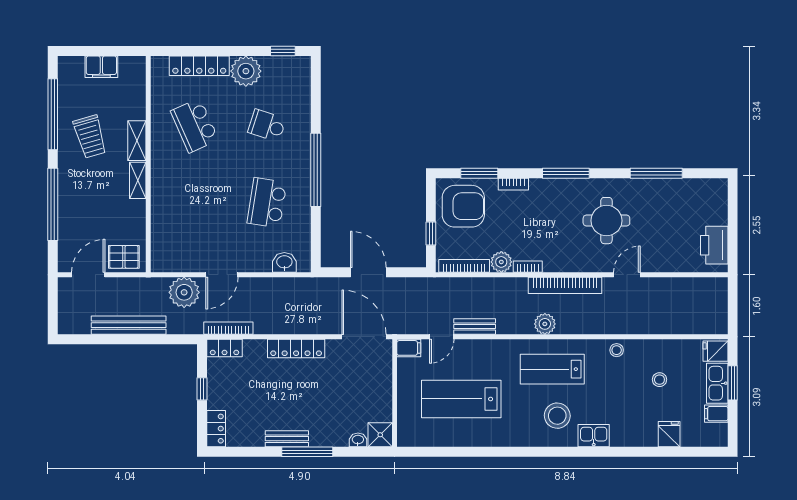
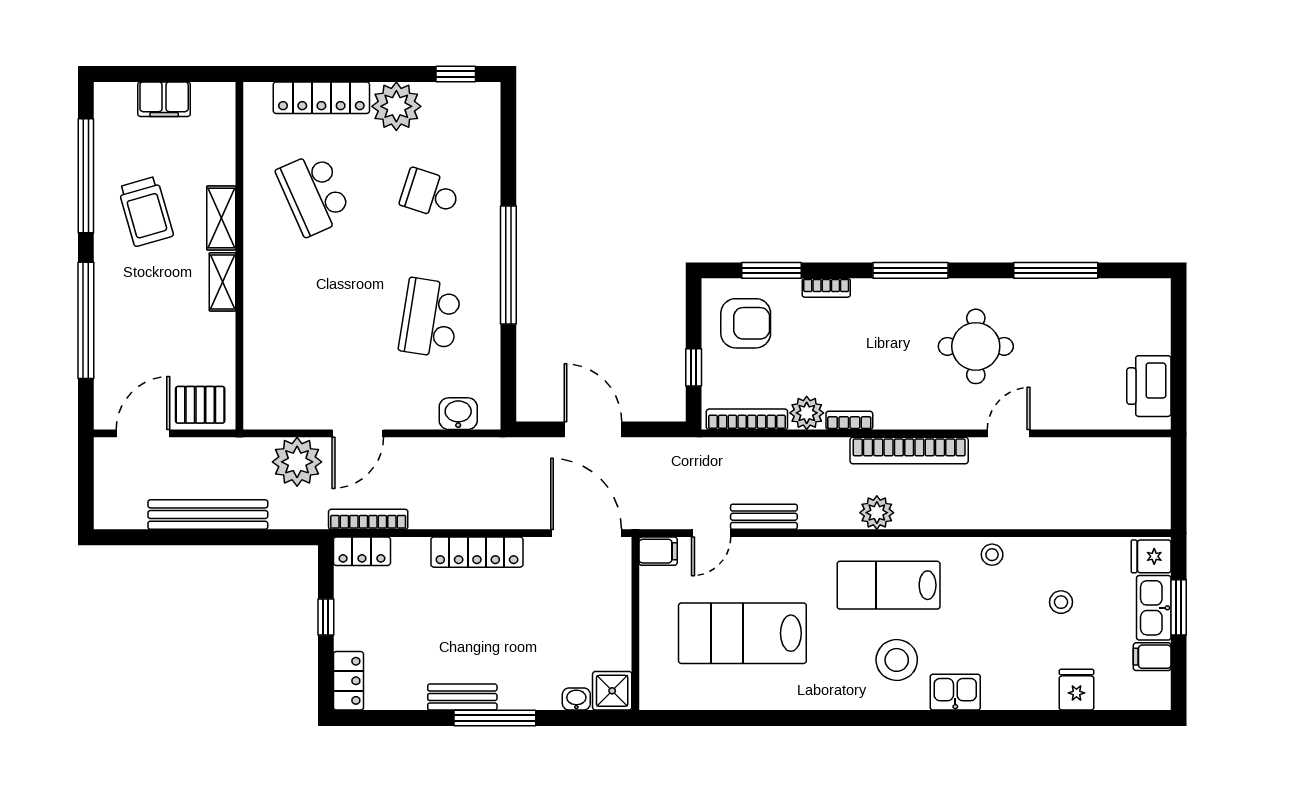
armchair: (463, 206) -> (746, 323), width x0.73, depth x0.73

